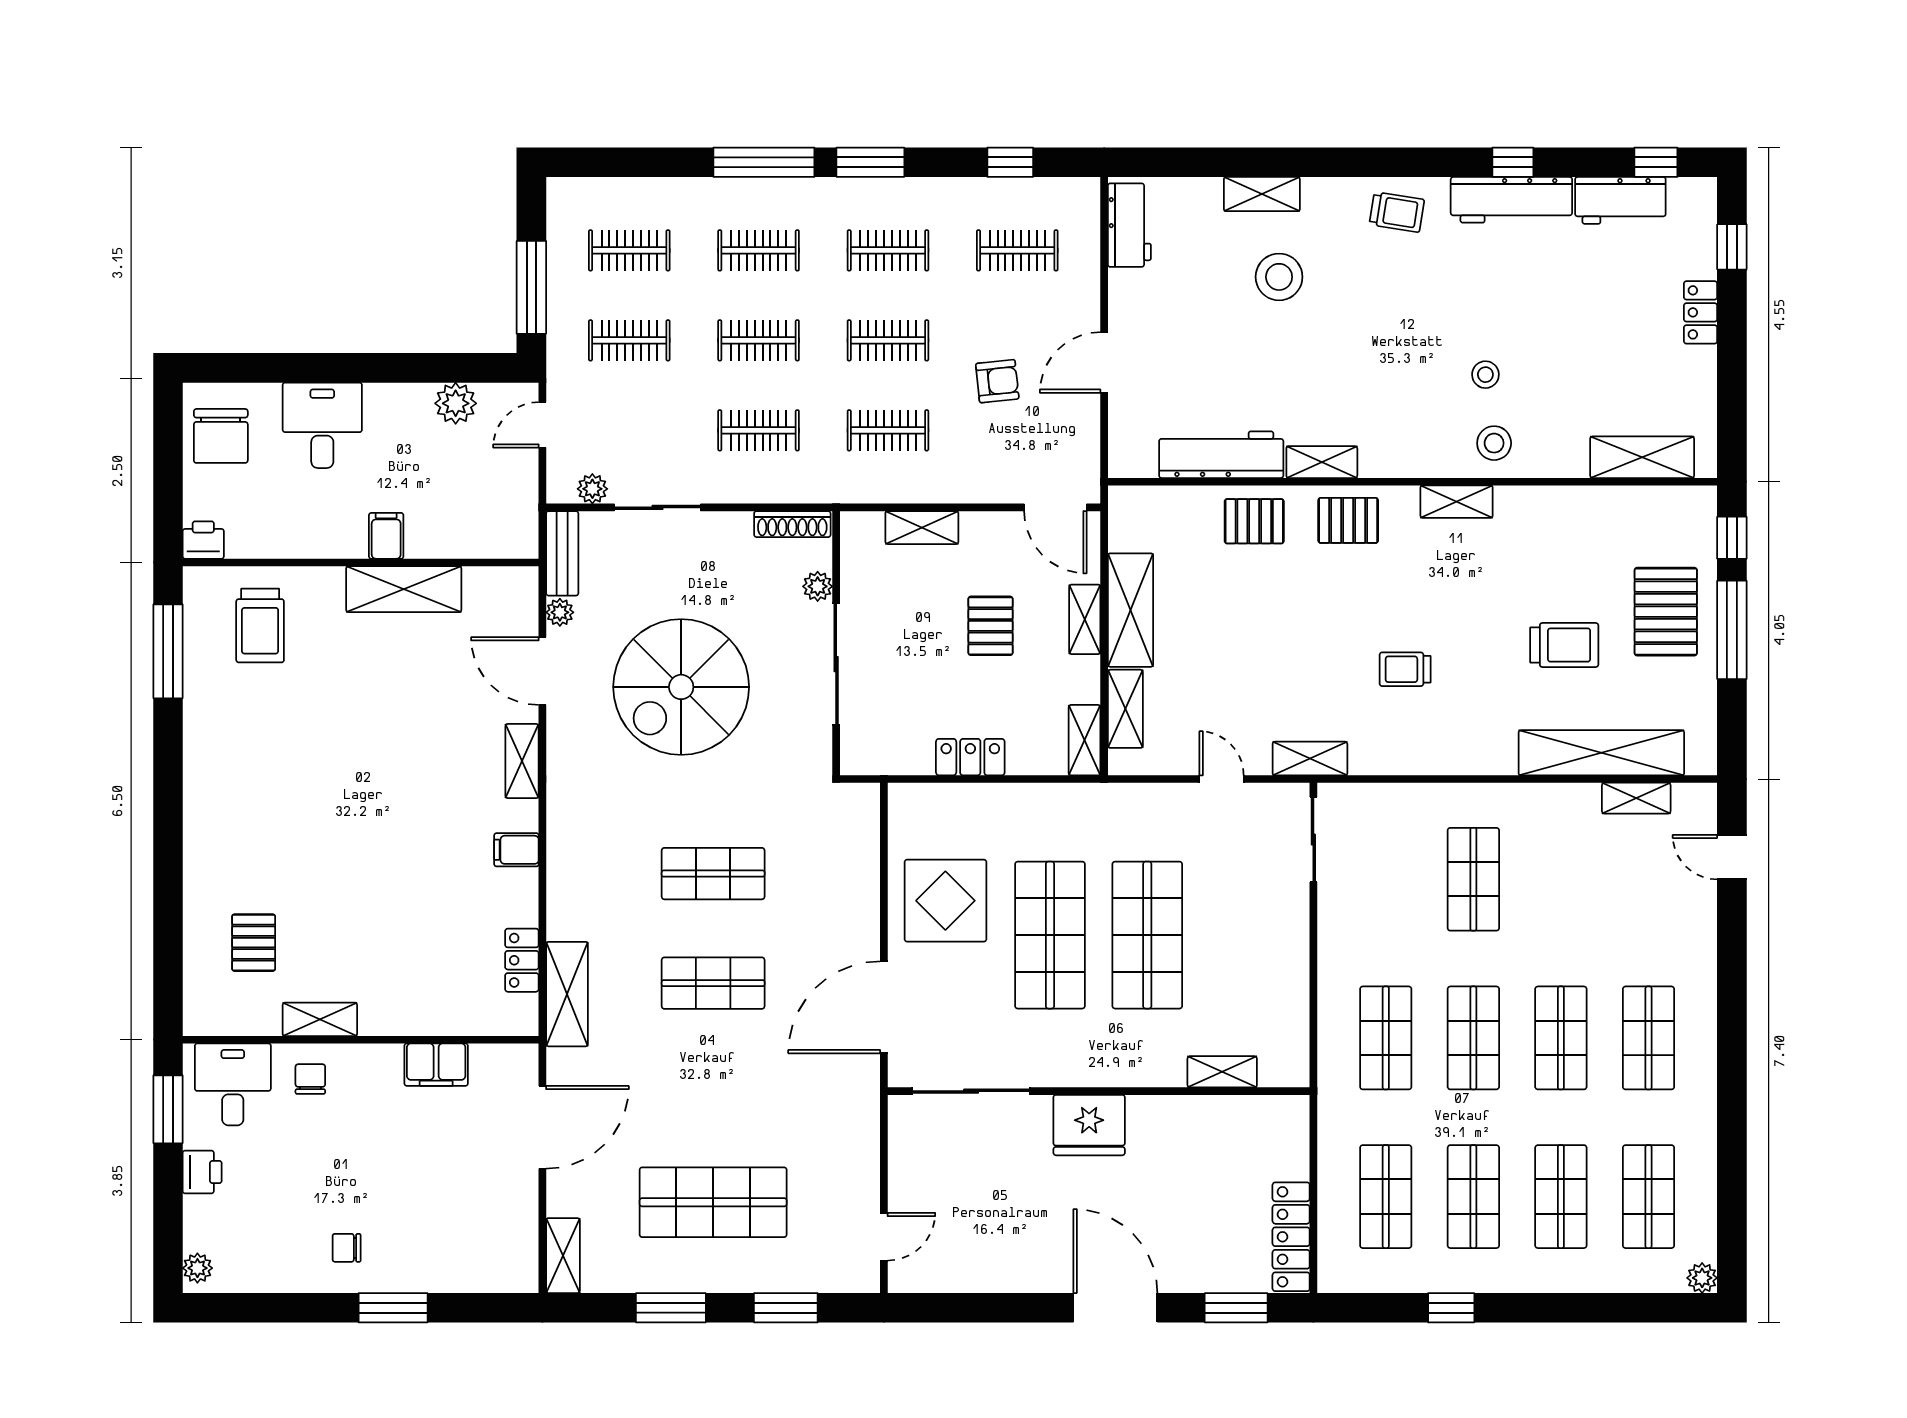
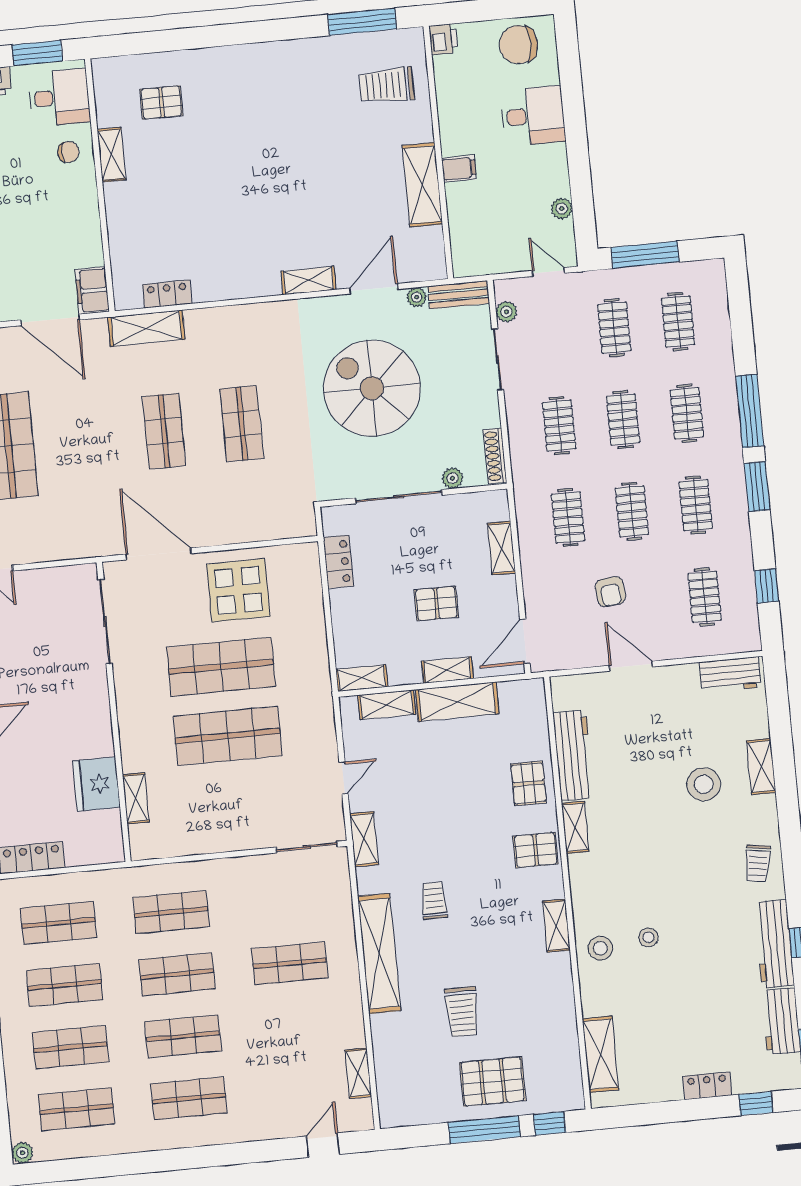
plant: (456, 403) -> (562, 209), width x0.73, depth x0.73
pallet: (1348, 520) -> (536, 850), turned 90
shelving: (1601, 753) -> (379, 954), moved
locker: (970, 757) -> (338, 562), moved
filing cabinet: (516, 850) -> (245, 283), removed
filing cabinet: (436, 1065) -> (92, 290), moved
fridge: (1089, 1125) -> (96, 784), moved

